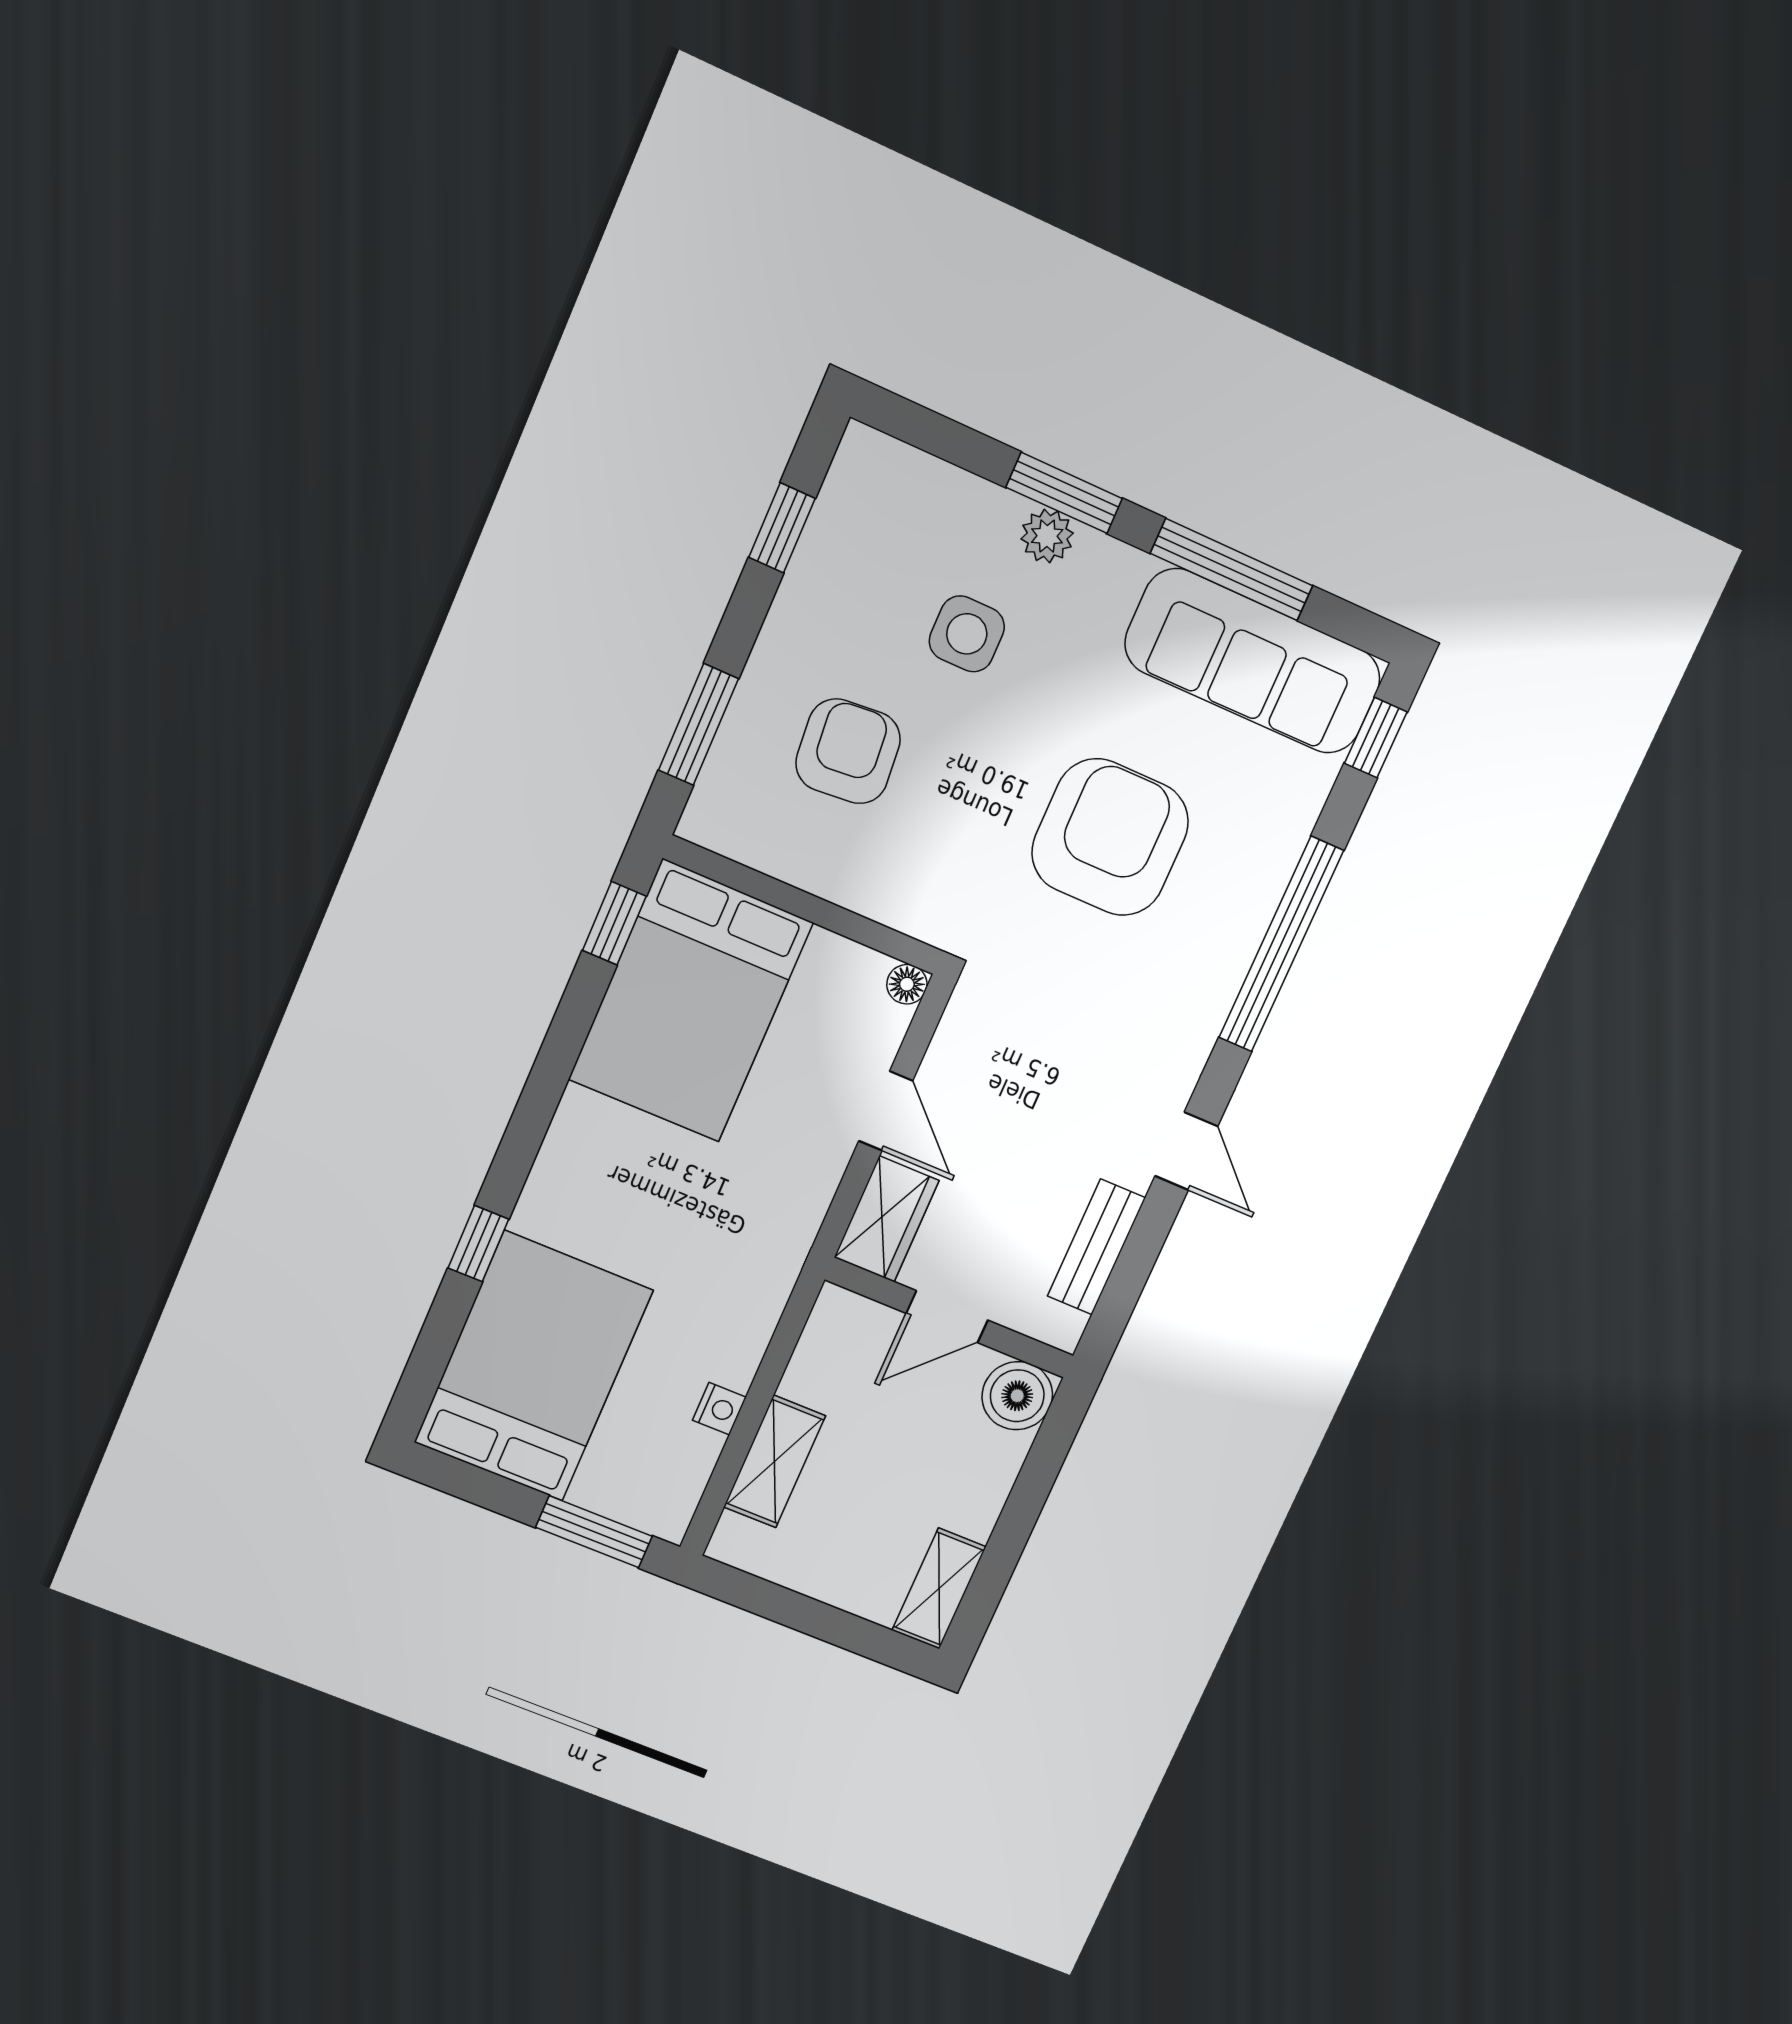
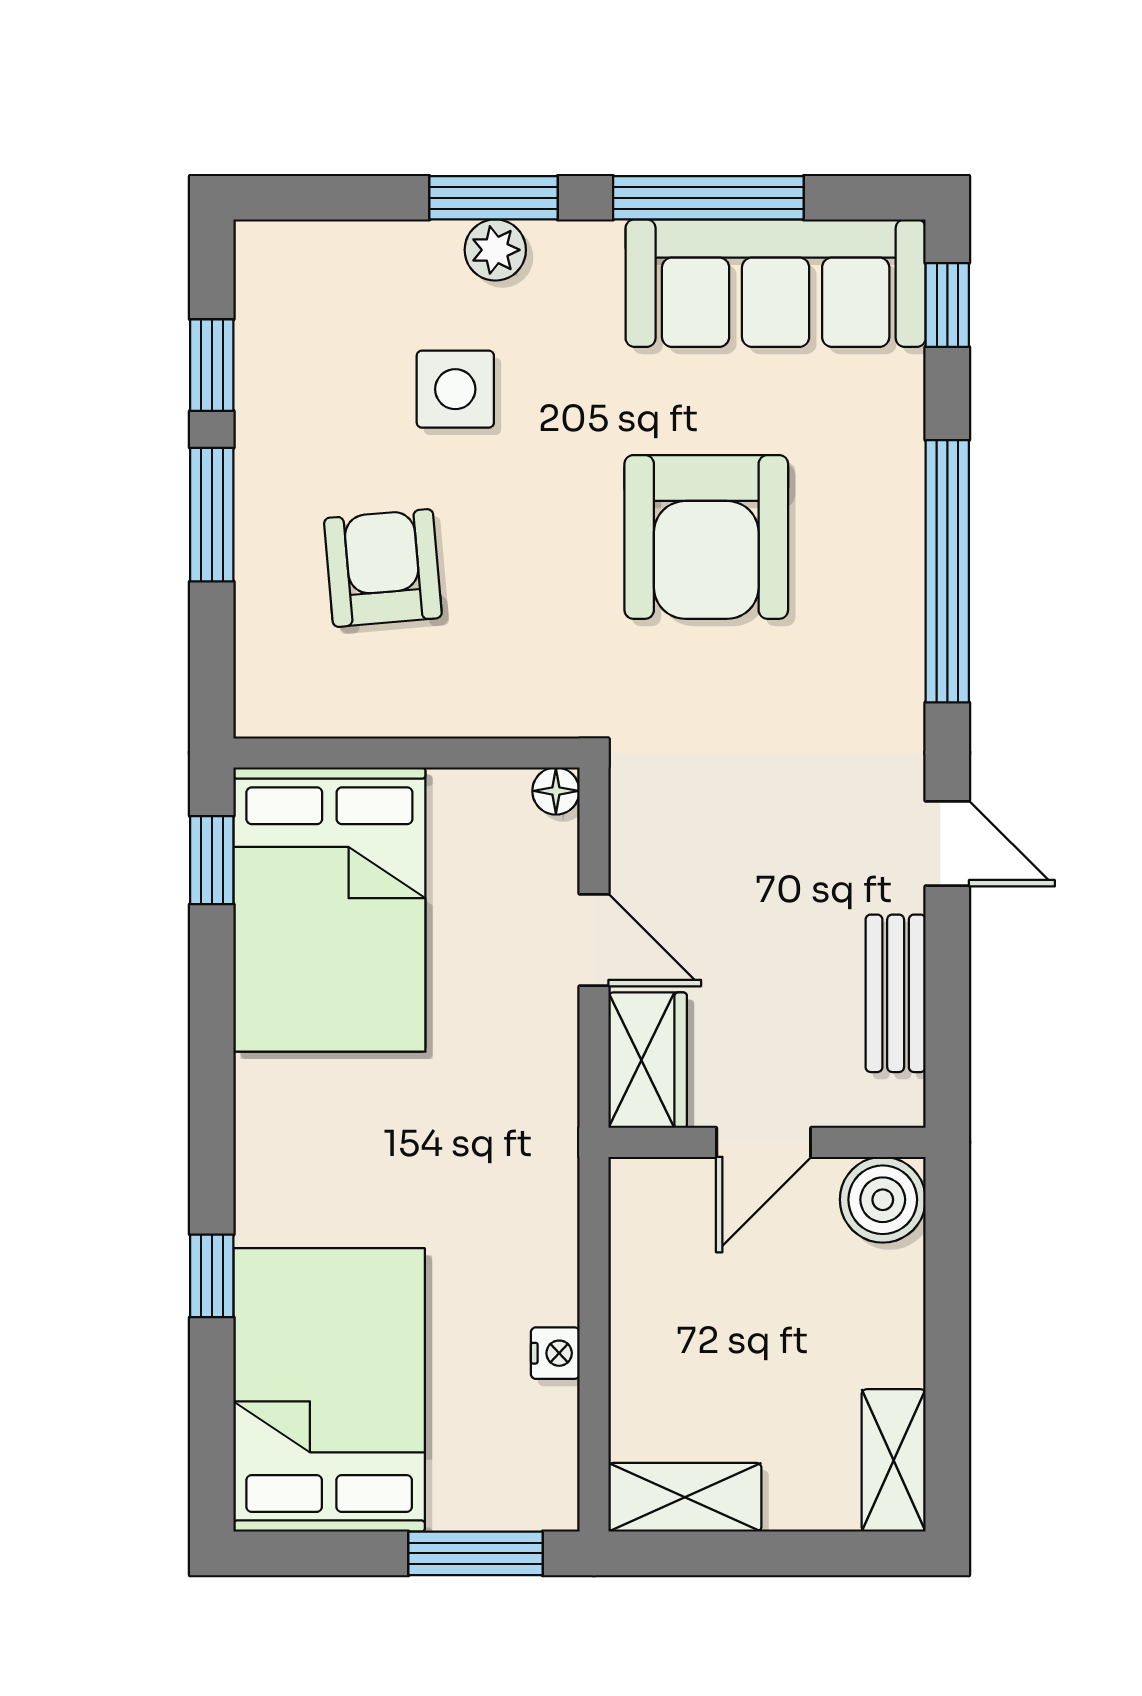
window: (699, 725) -> (212, 515), moved
armchair: (1110, 837) -> (706, 537), turned 180
shelving: (775, 1461) -> (685, 1497), moved, turned 90

